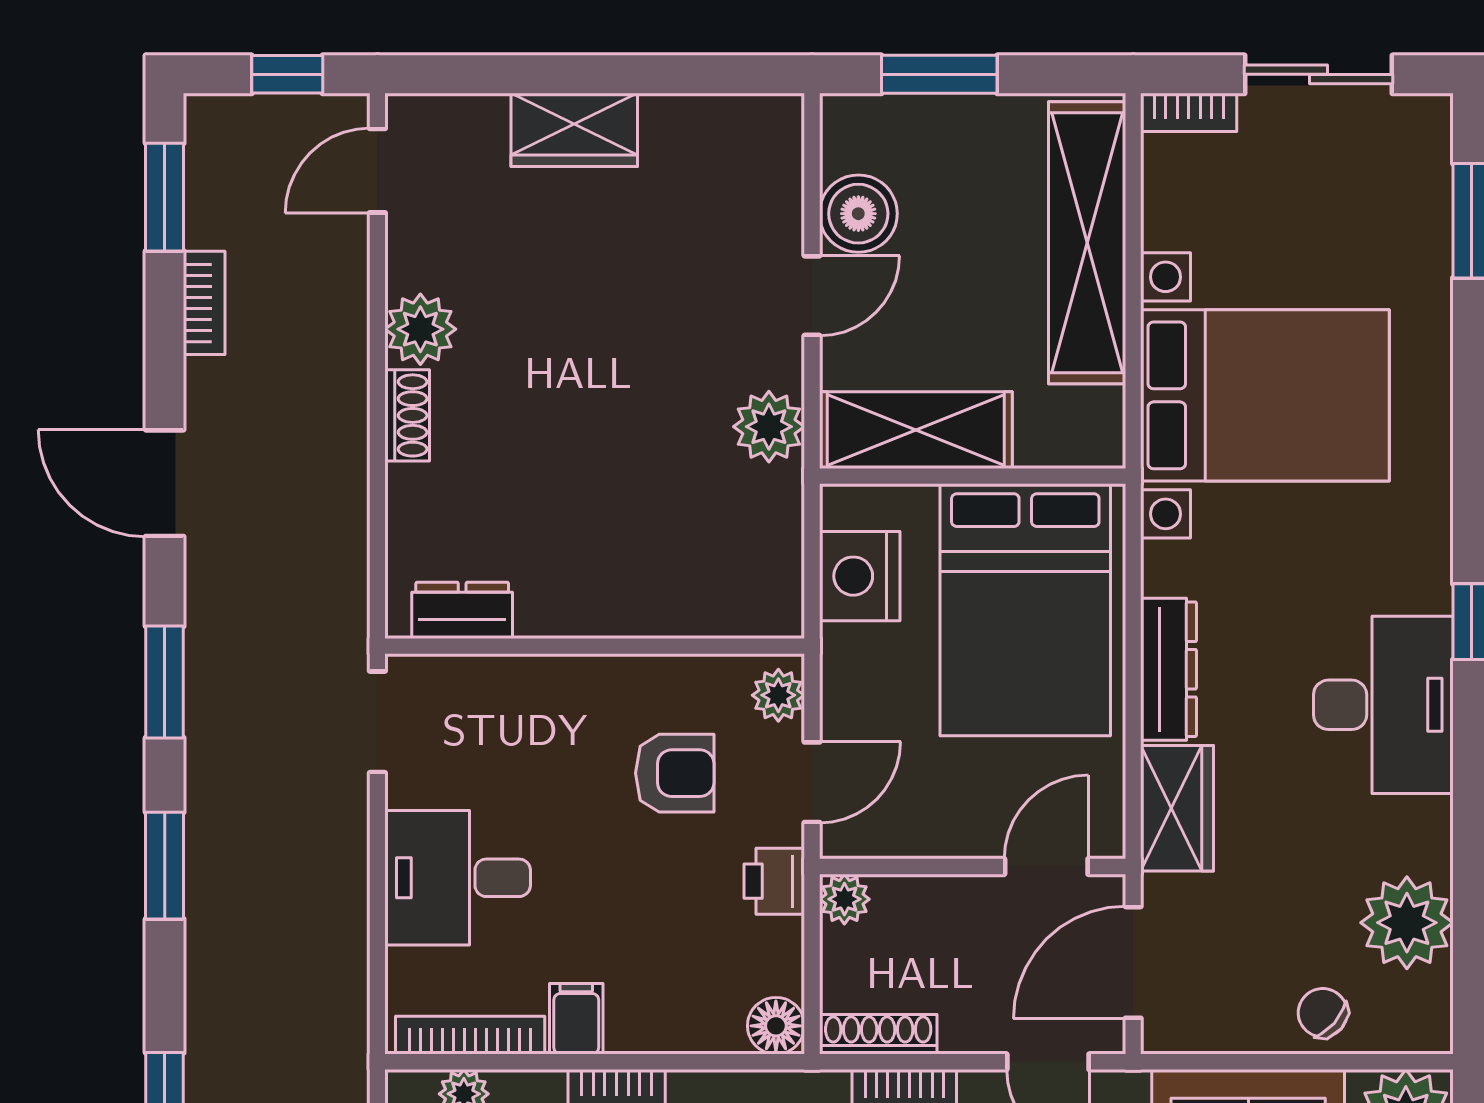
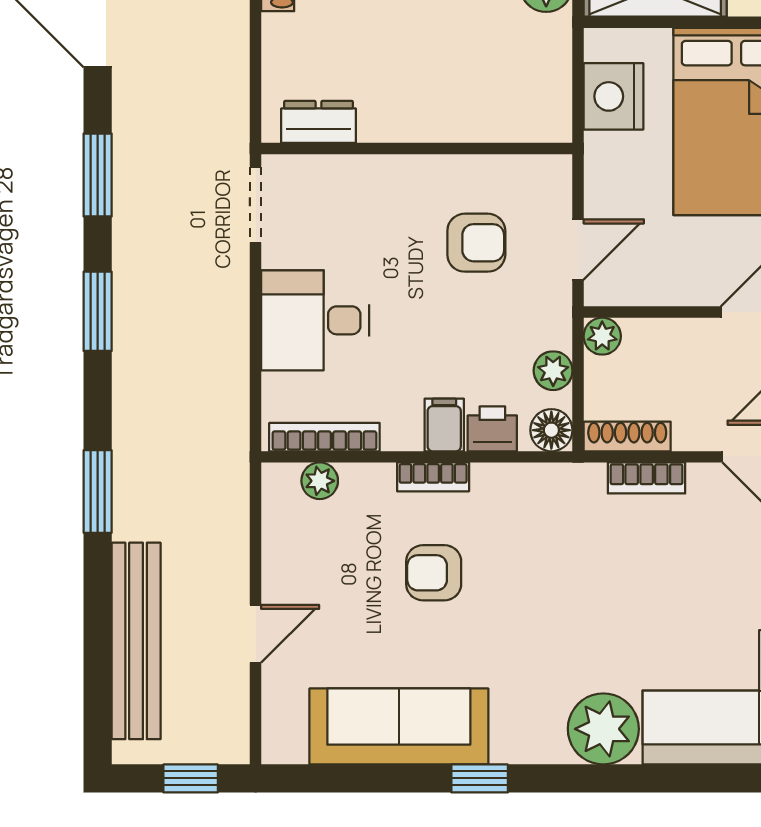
plant: (778, 695) -> (553, 371), moved
printer: (774, 881) -> (492, 429), moved, turned 90
filing cabinet: (576, 1019) -> (444, 425), moved

